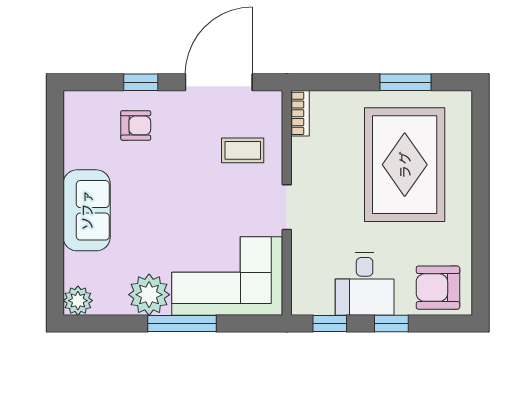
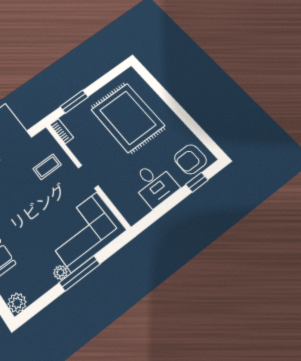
window: (405, 82) -> (74, 102), moved
plant: (149, 295) -> (60, 272), width x0.53, depth x0.53
window: (330, 323) -> (153, 216), removed
window: (391, 323) -> (197, 182), moved

